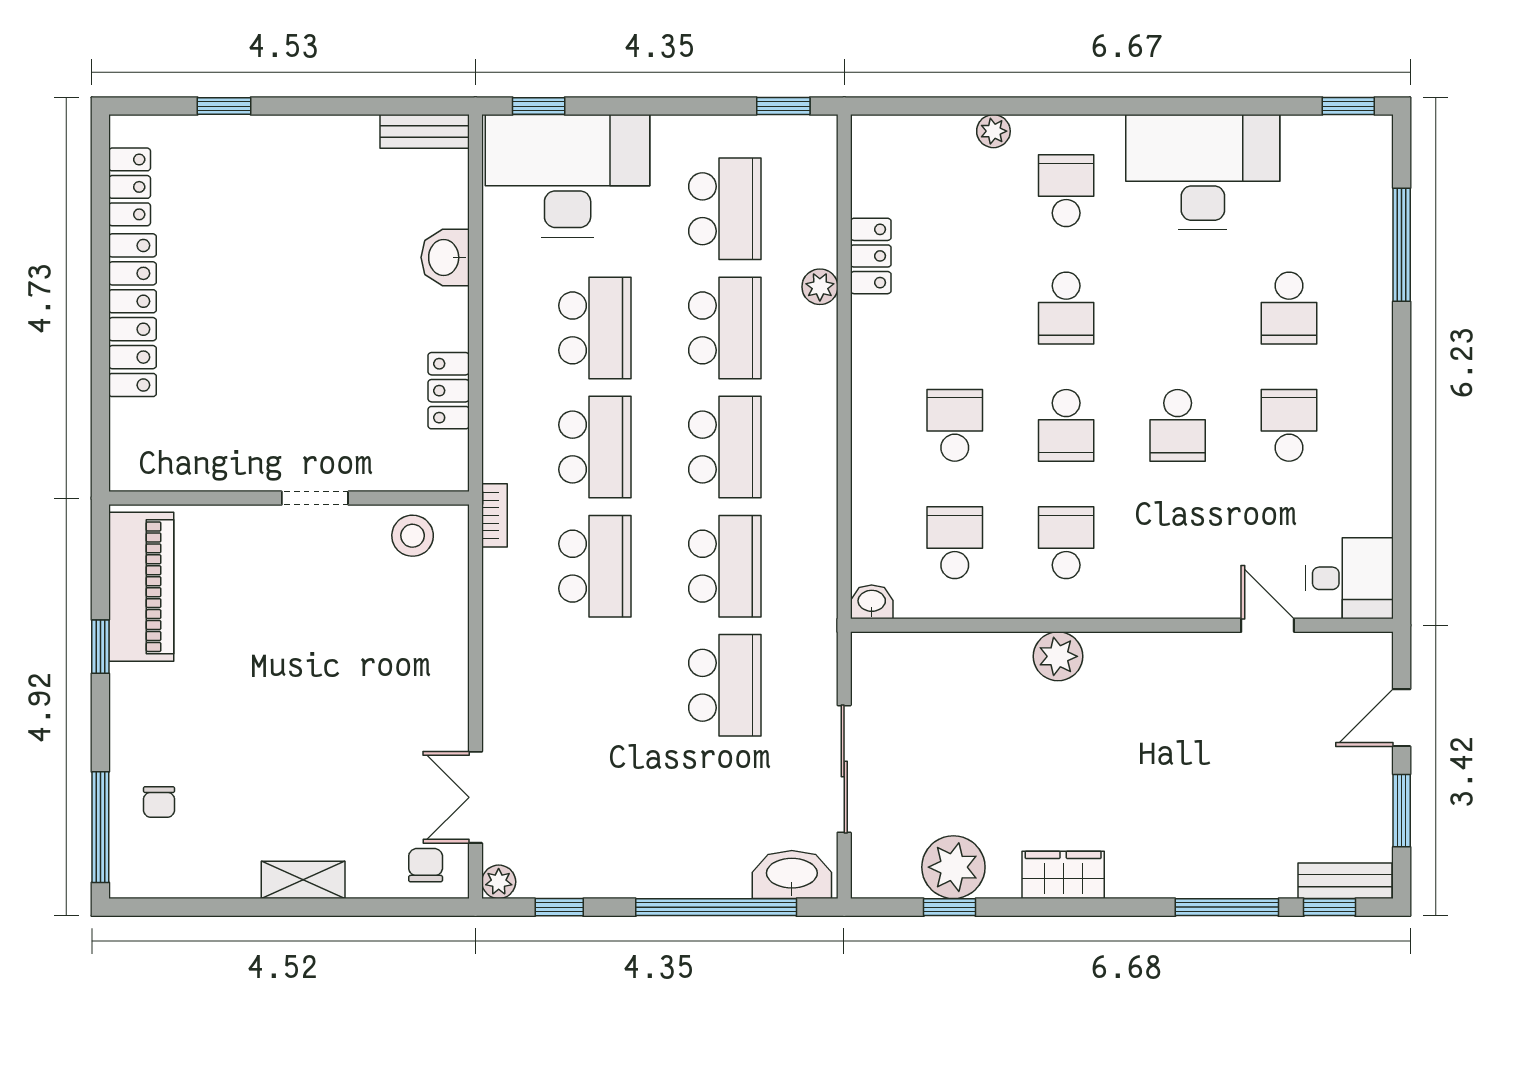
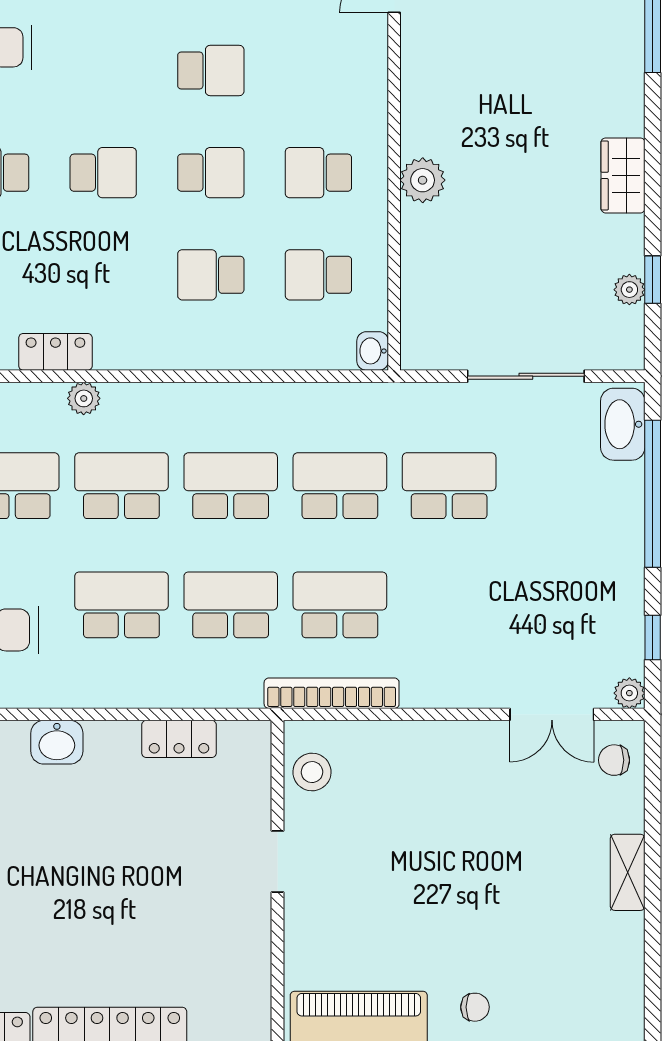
bookcase: (495, 515) -> (332, 693), width x2.31, depth x1.31
chair: (159, 802) -> (475, 1007), moved
plant: (953, 867) -> (629, 290), width x0.53, depth x0.53

